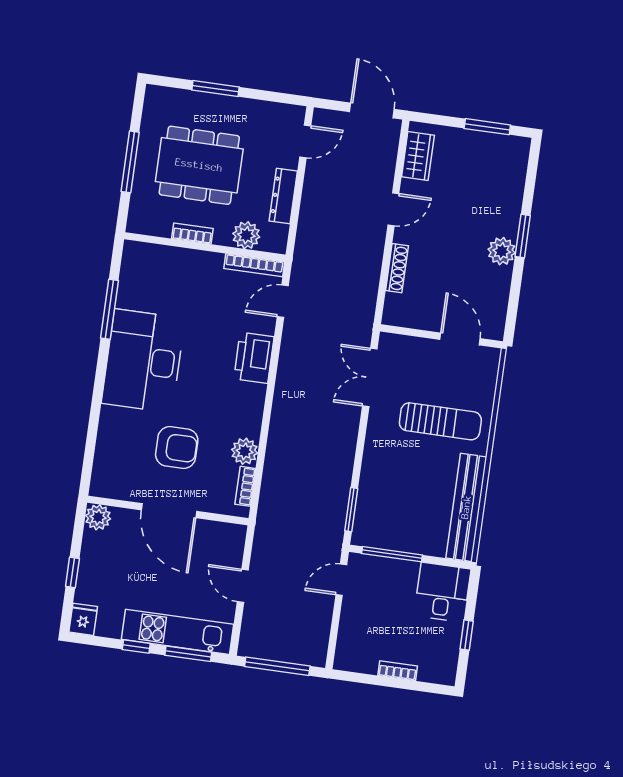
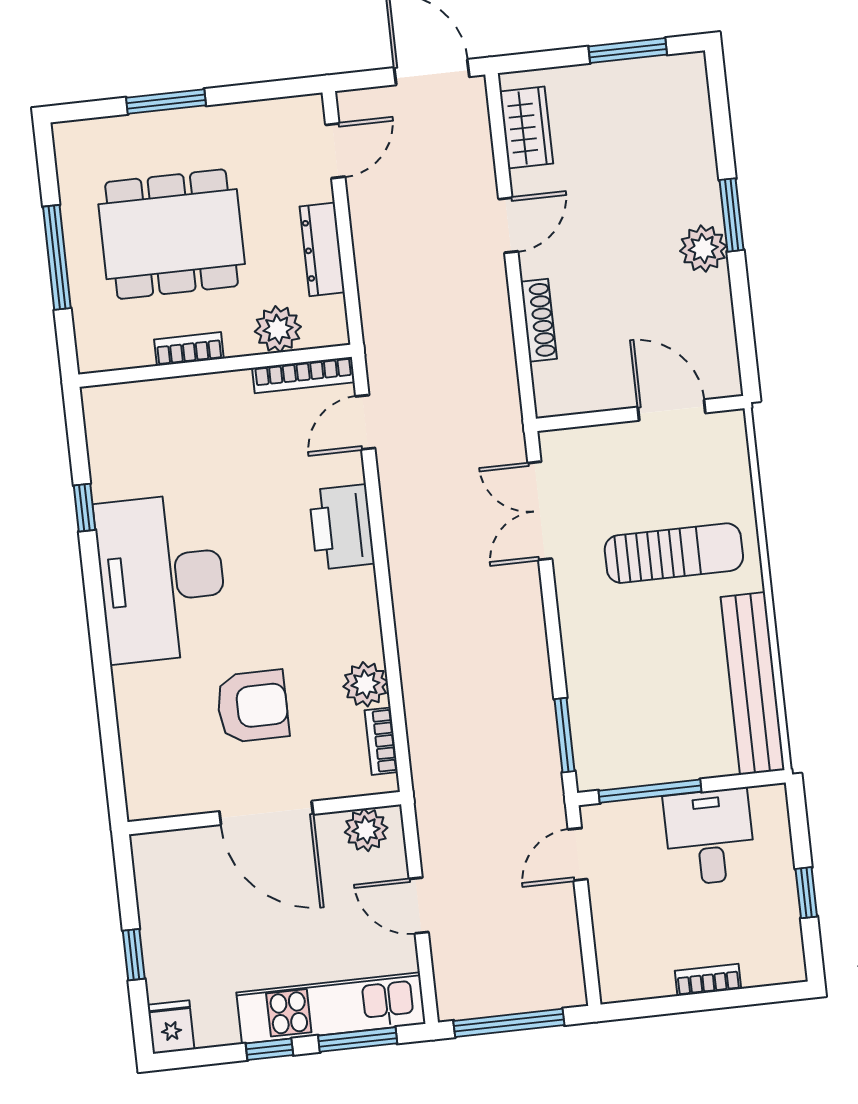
window: (109, 309) -> (85, 508), width x0.46
plant: (98, 517) -> (366, 830), moved
desk: (442, 592) -> (709, 837), moved

